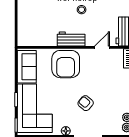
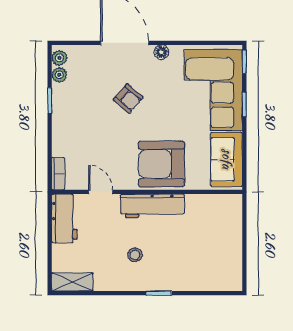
workbench: (71, 39) -> (152, 206), width x1.38
door: (102, 47) -> (101, 192), swing flipped
armchair: (66, 64) -> (161, 164), turned -90

